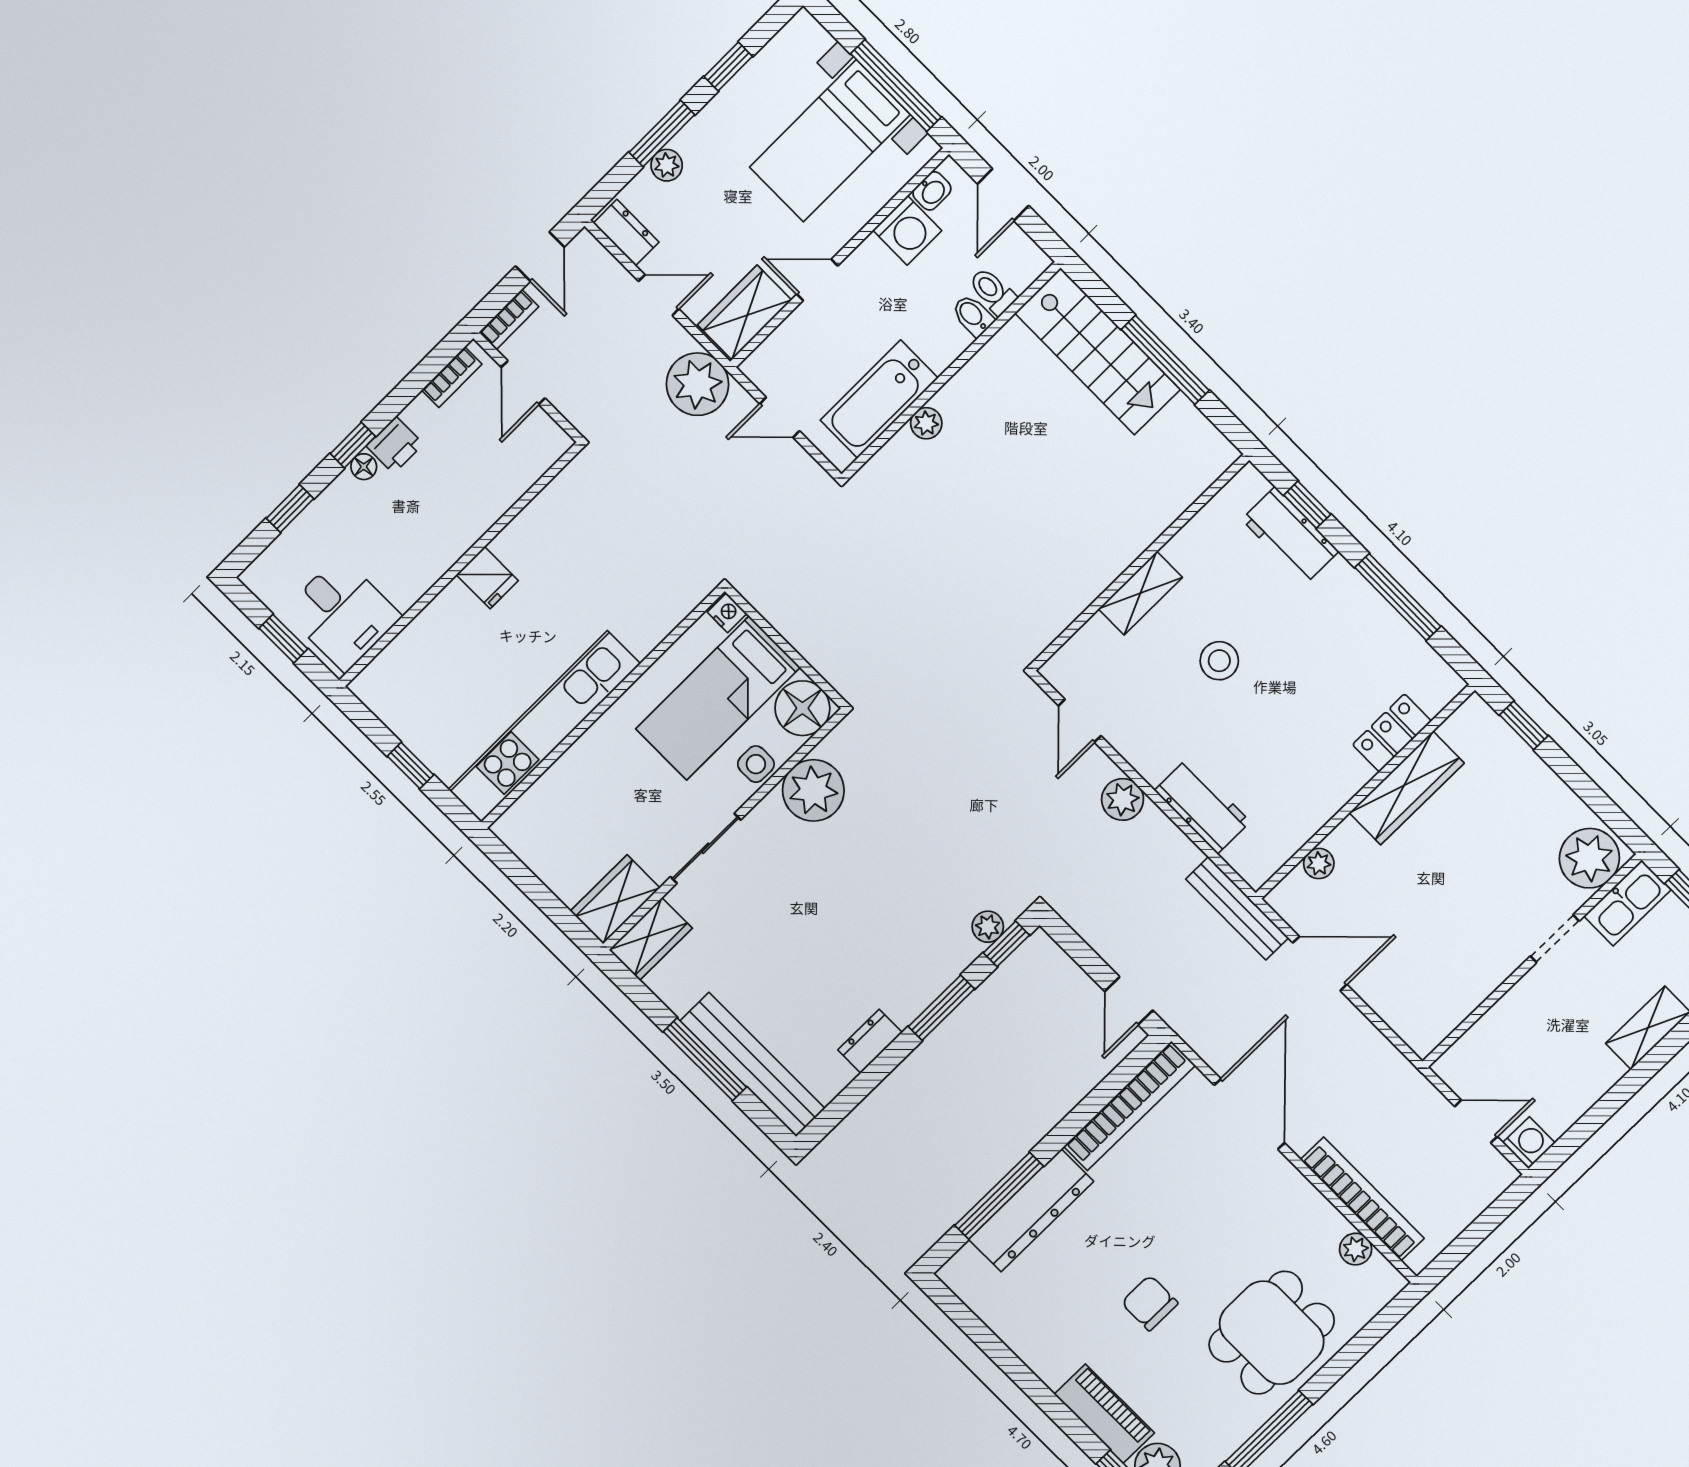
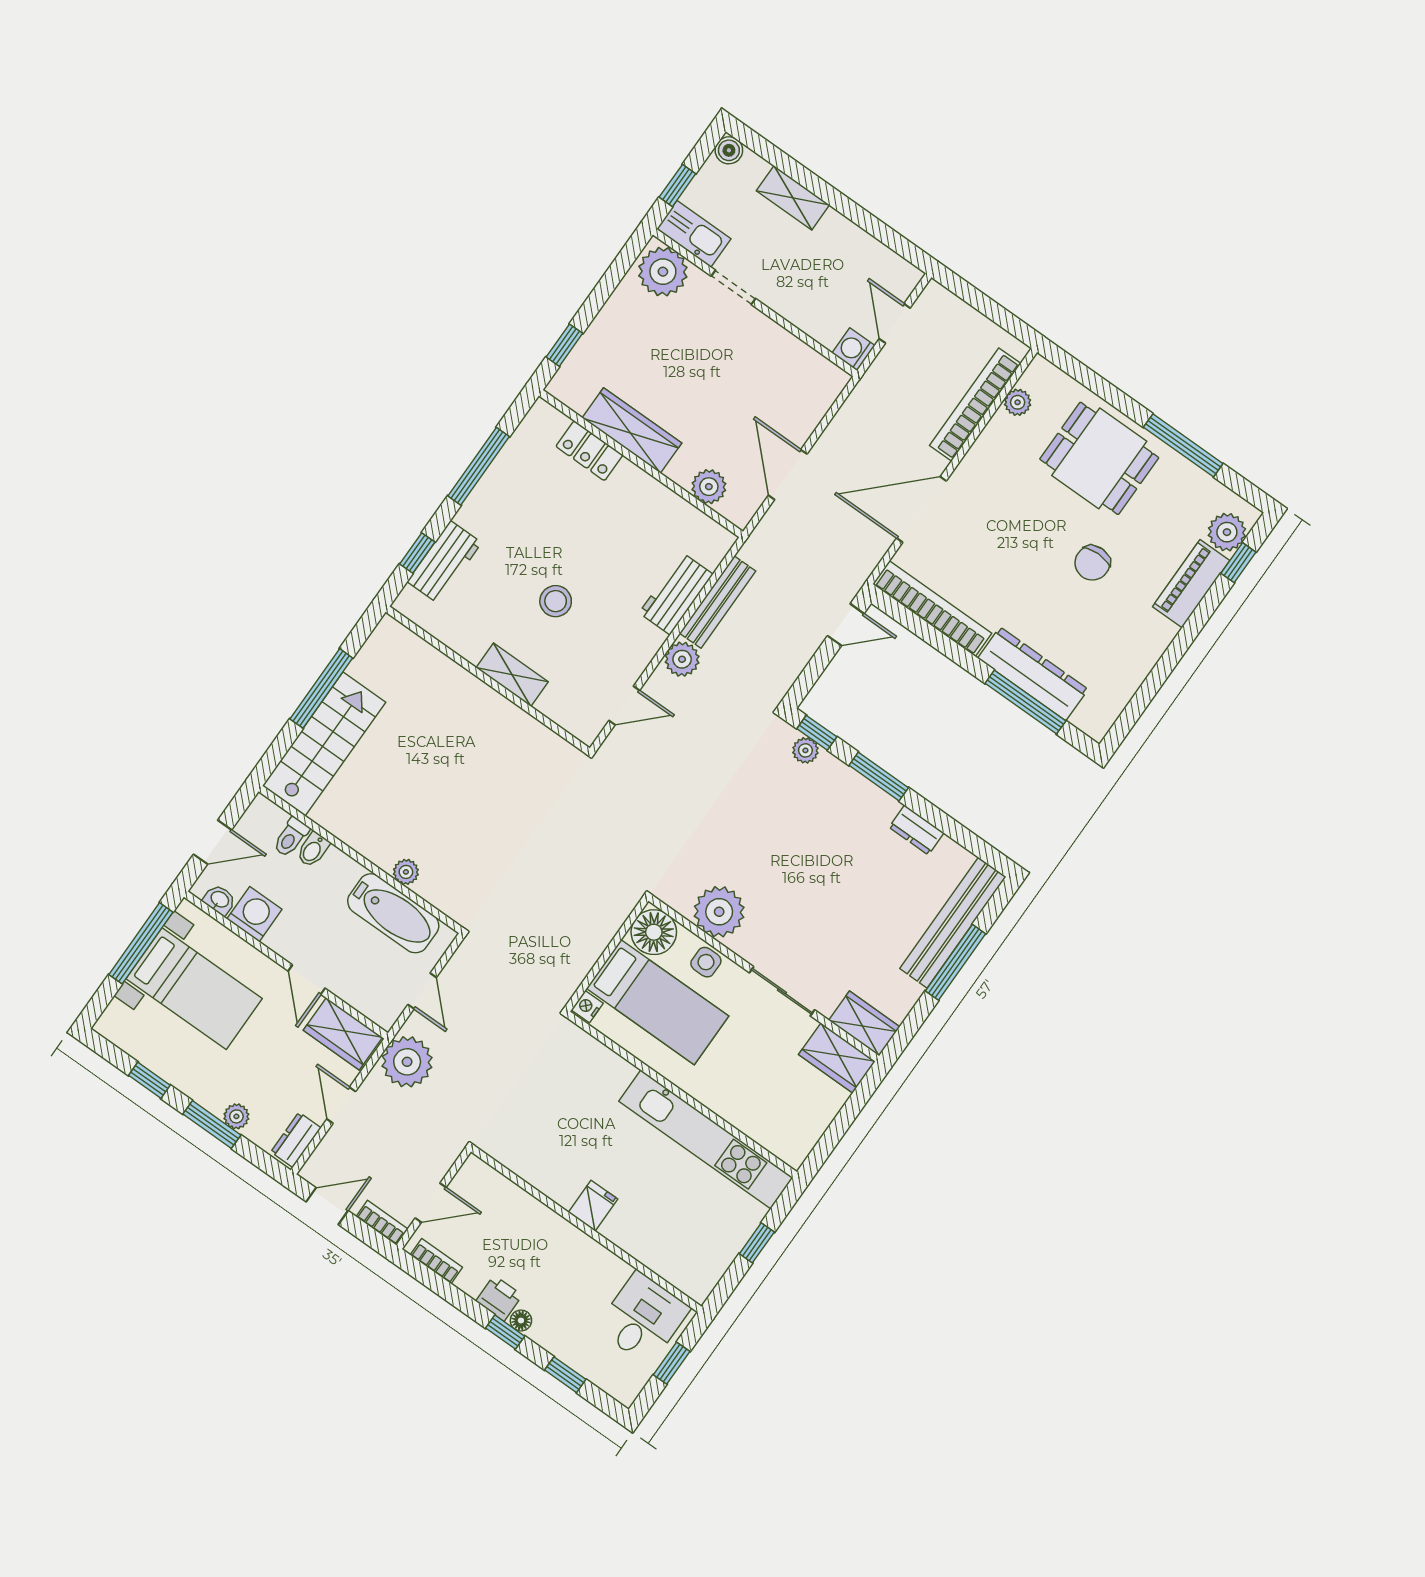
plant: (1319, 864) -> (709, 487), width x1.38, depth x1.38
bench: (1237, 908) -> (718, 602), moved
washing machine: (1529, 1143) -> (853, 349), moved

